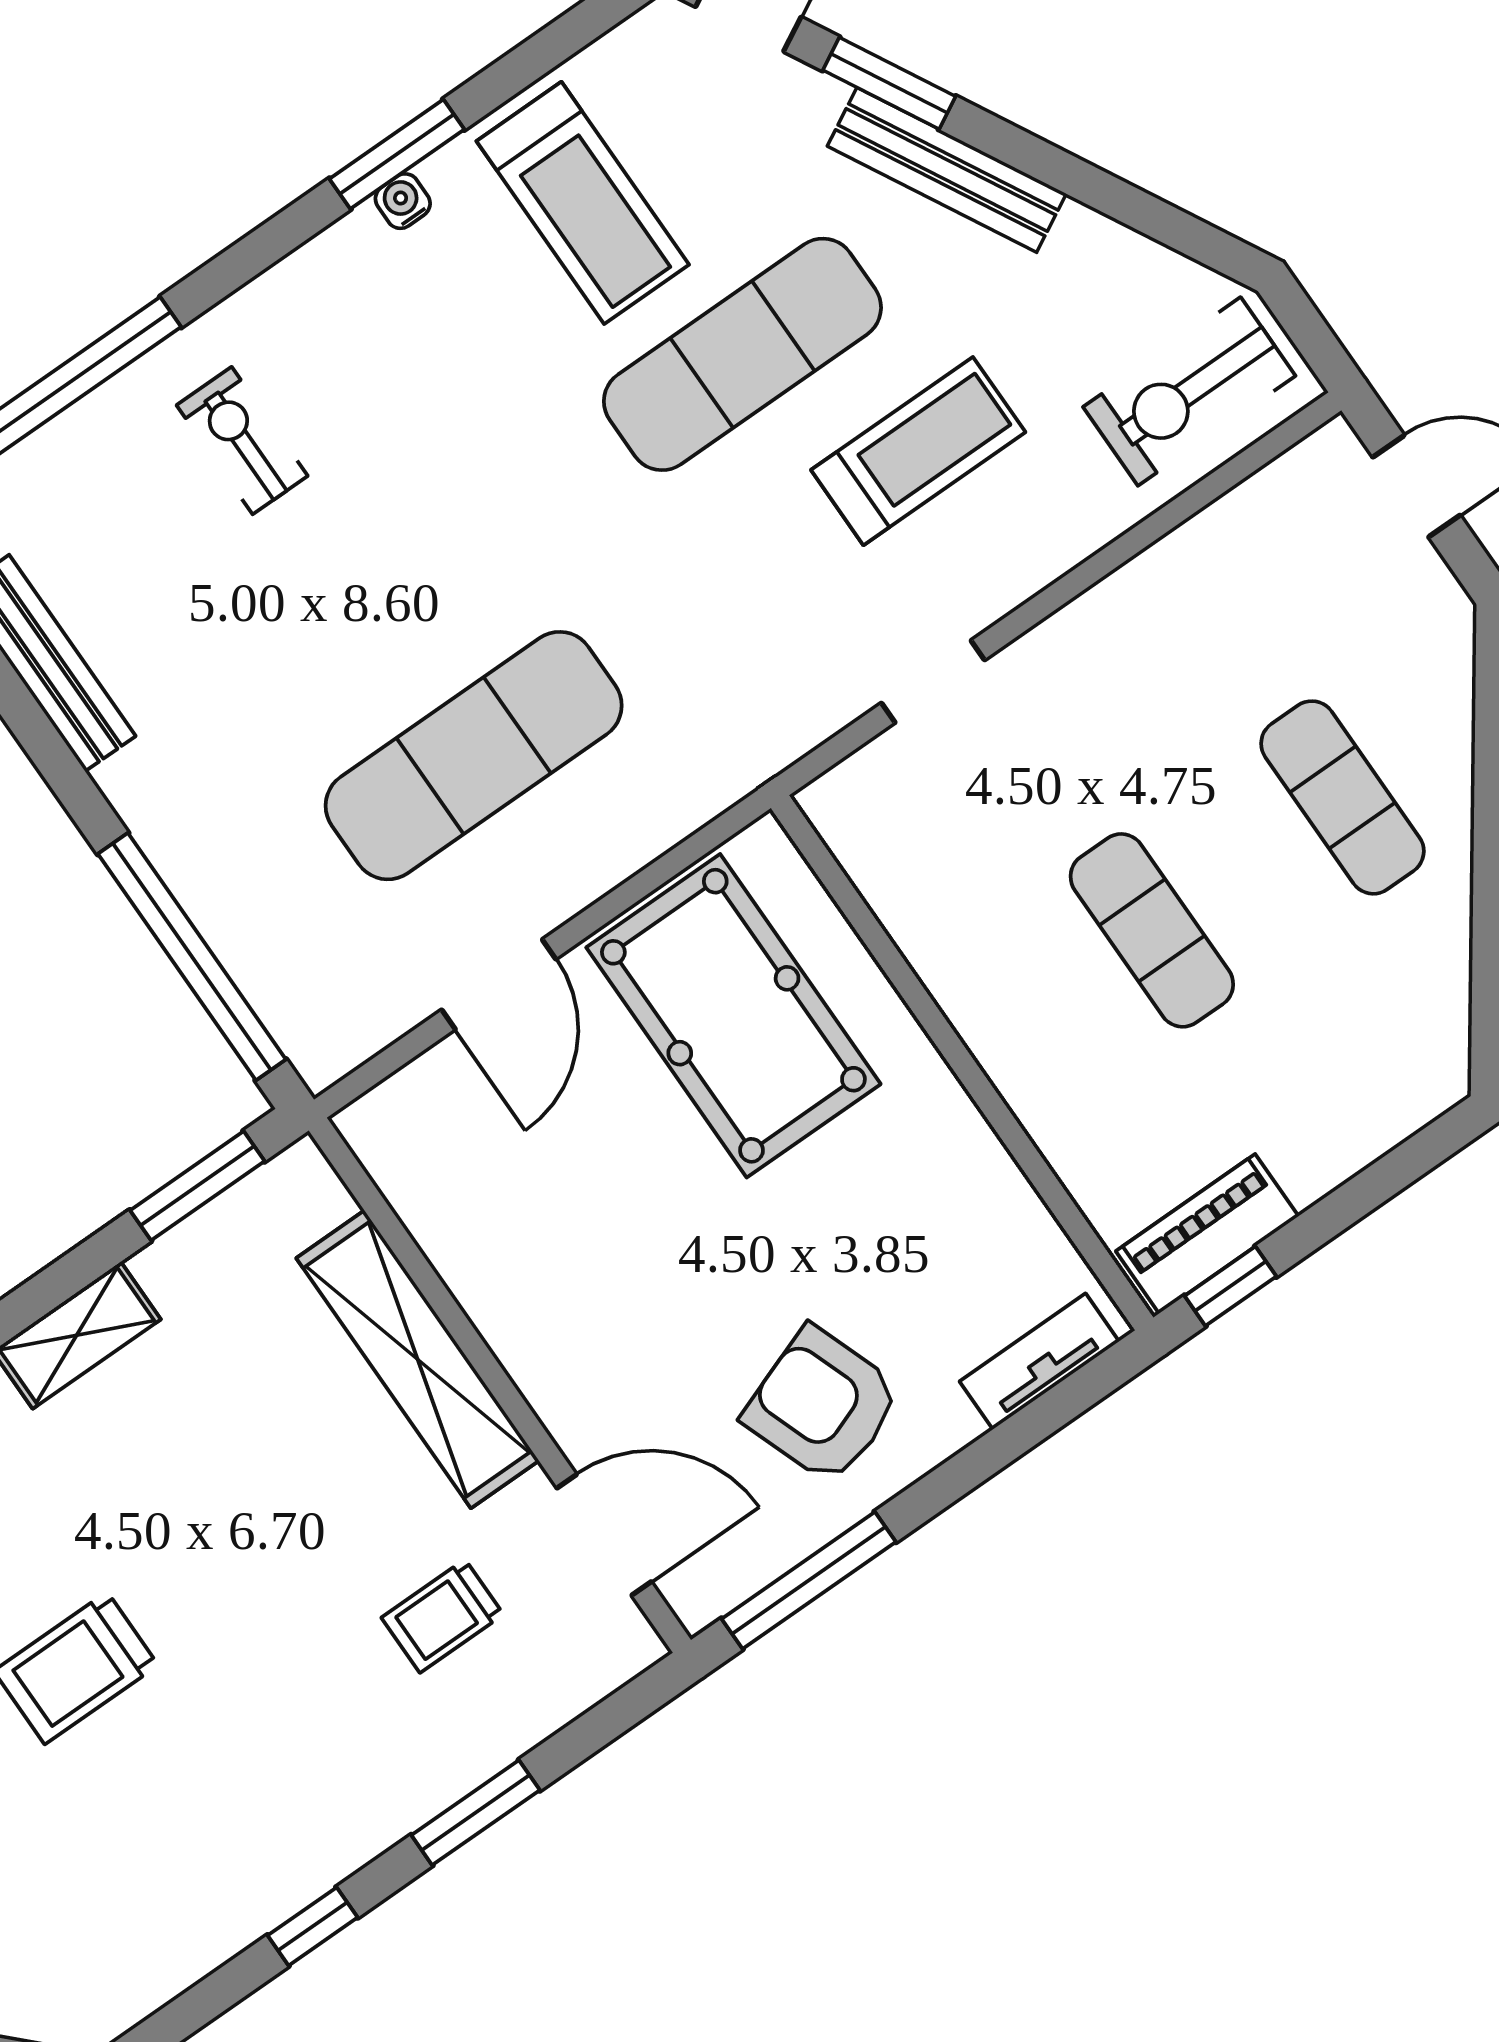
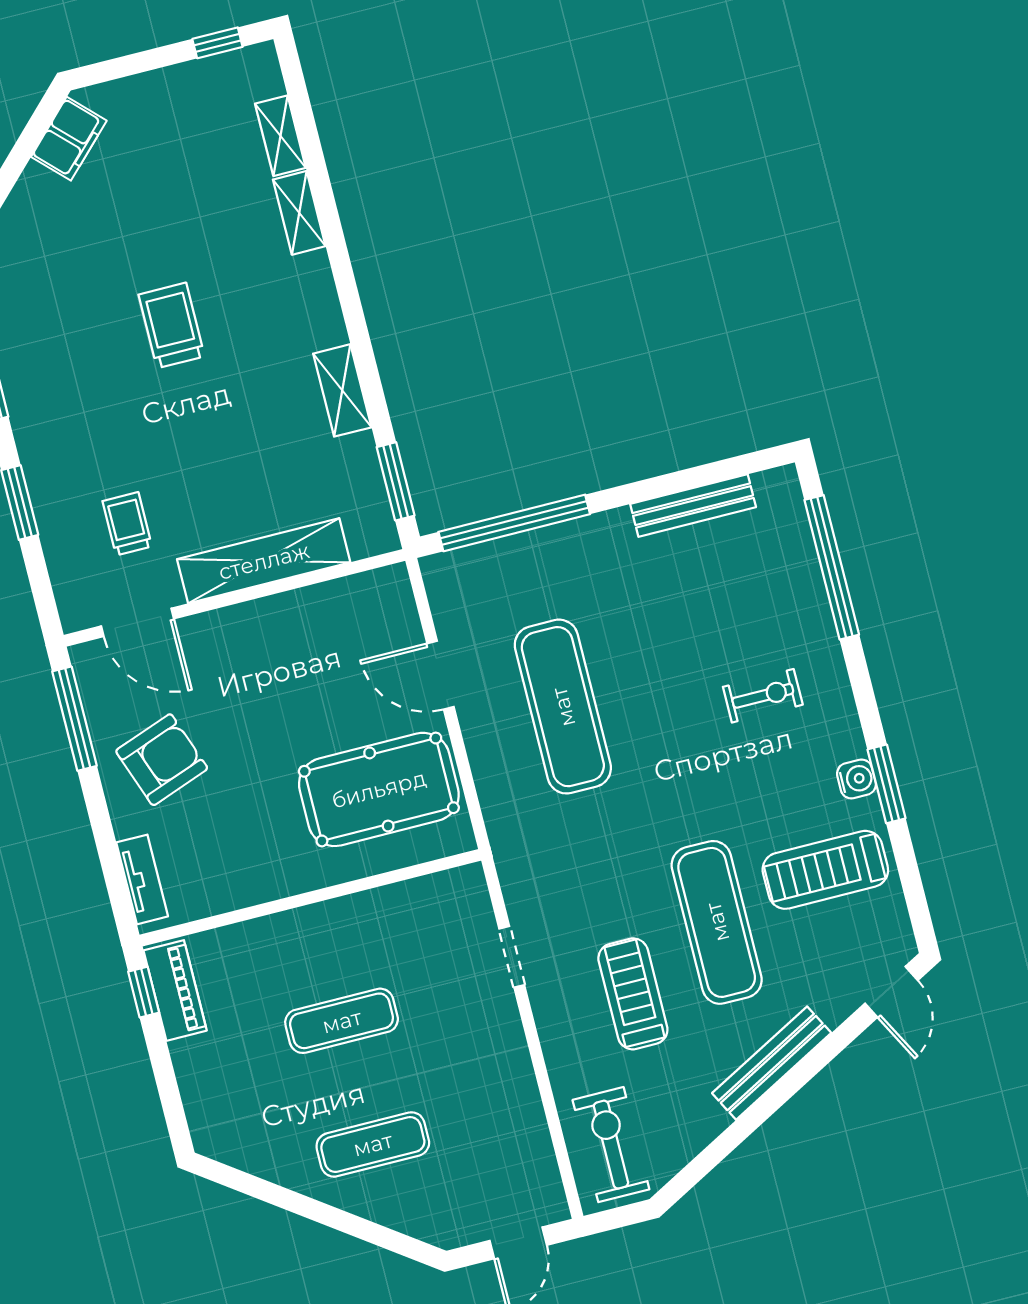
window: (889, 83) -> (827, 1050), removed
water cooler: (403, 201) -> (856, 779), width x1.38, depth x1.38
exercise bike: (242, 441) -> (763, 696), moved
treadmill: (918, 451) -> (633, 994), turned 180
door: (604, 1535) -> (137, 622), hinge flipped

